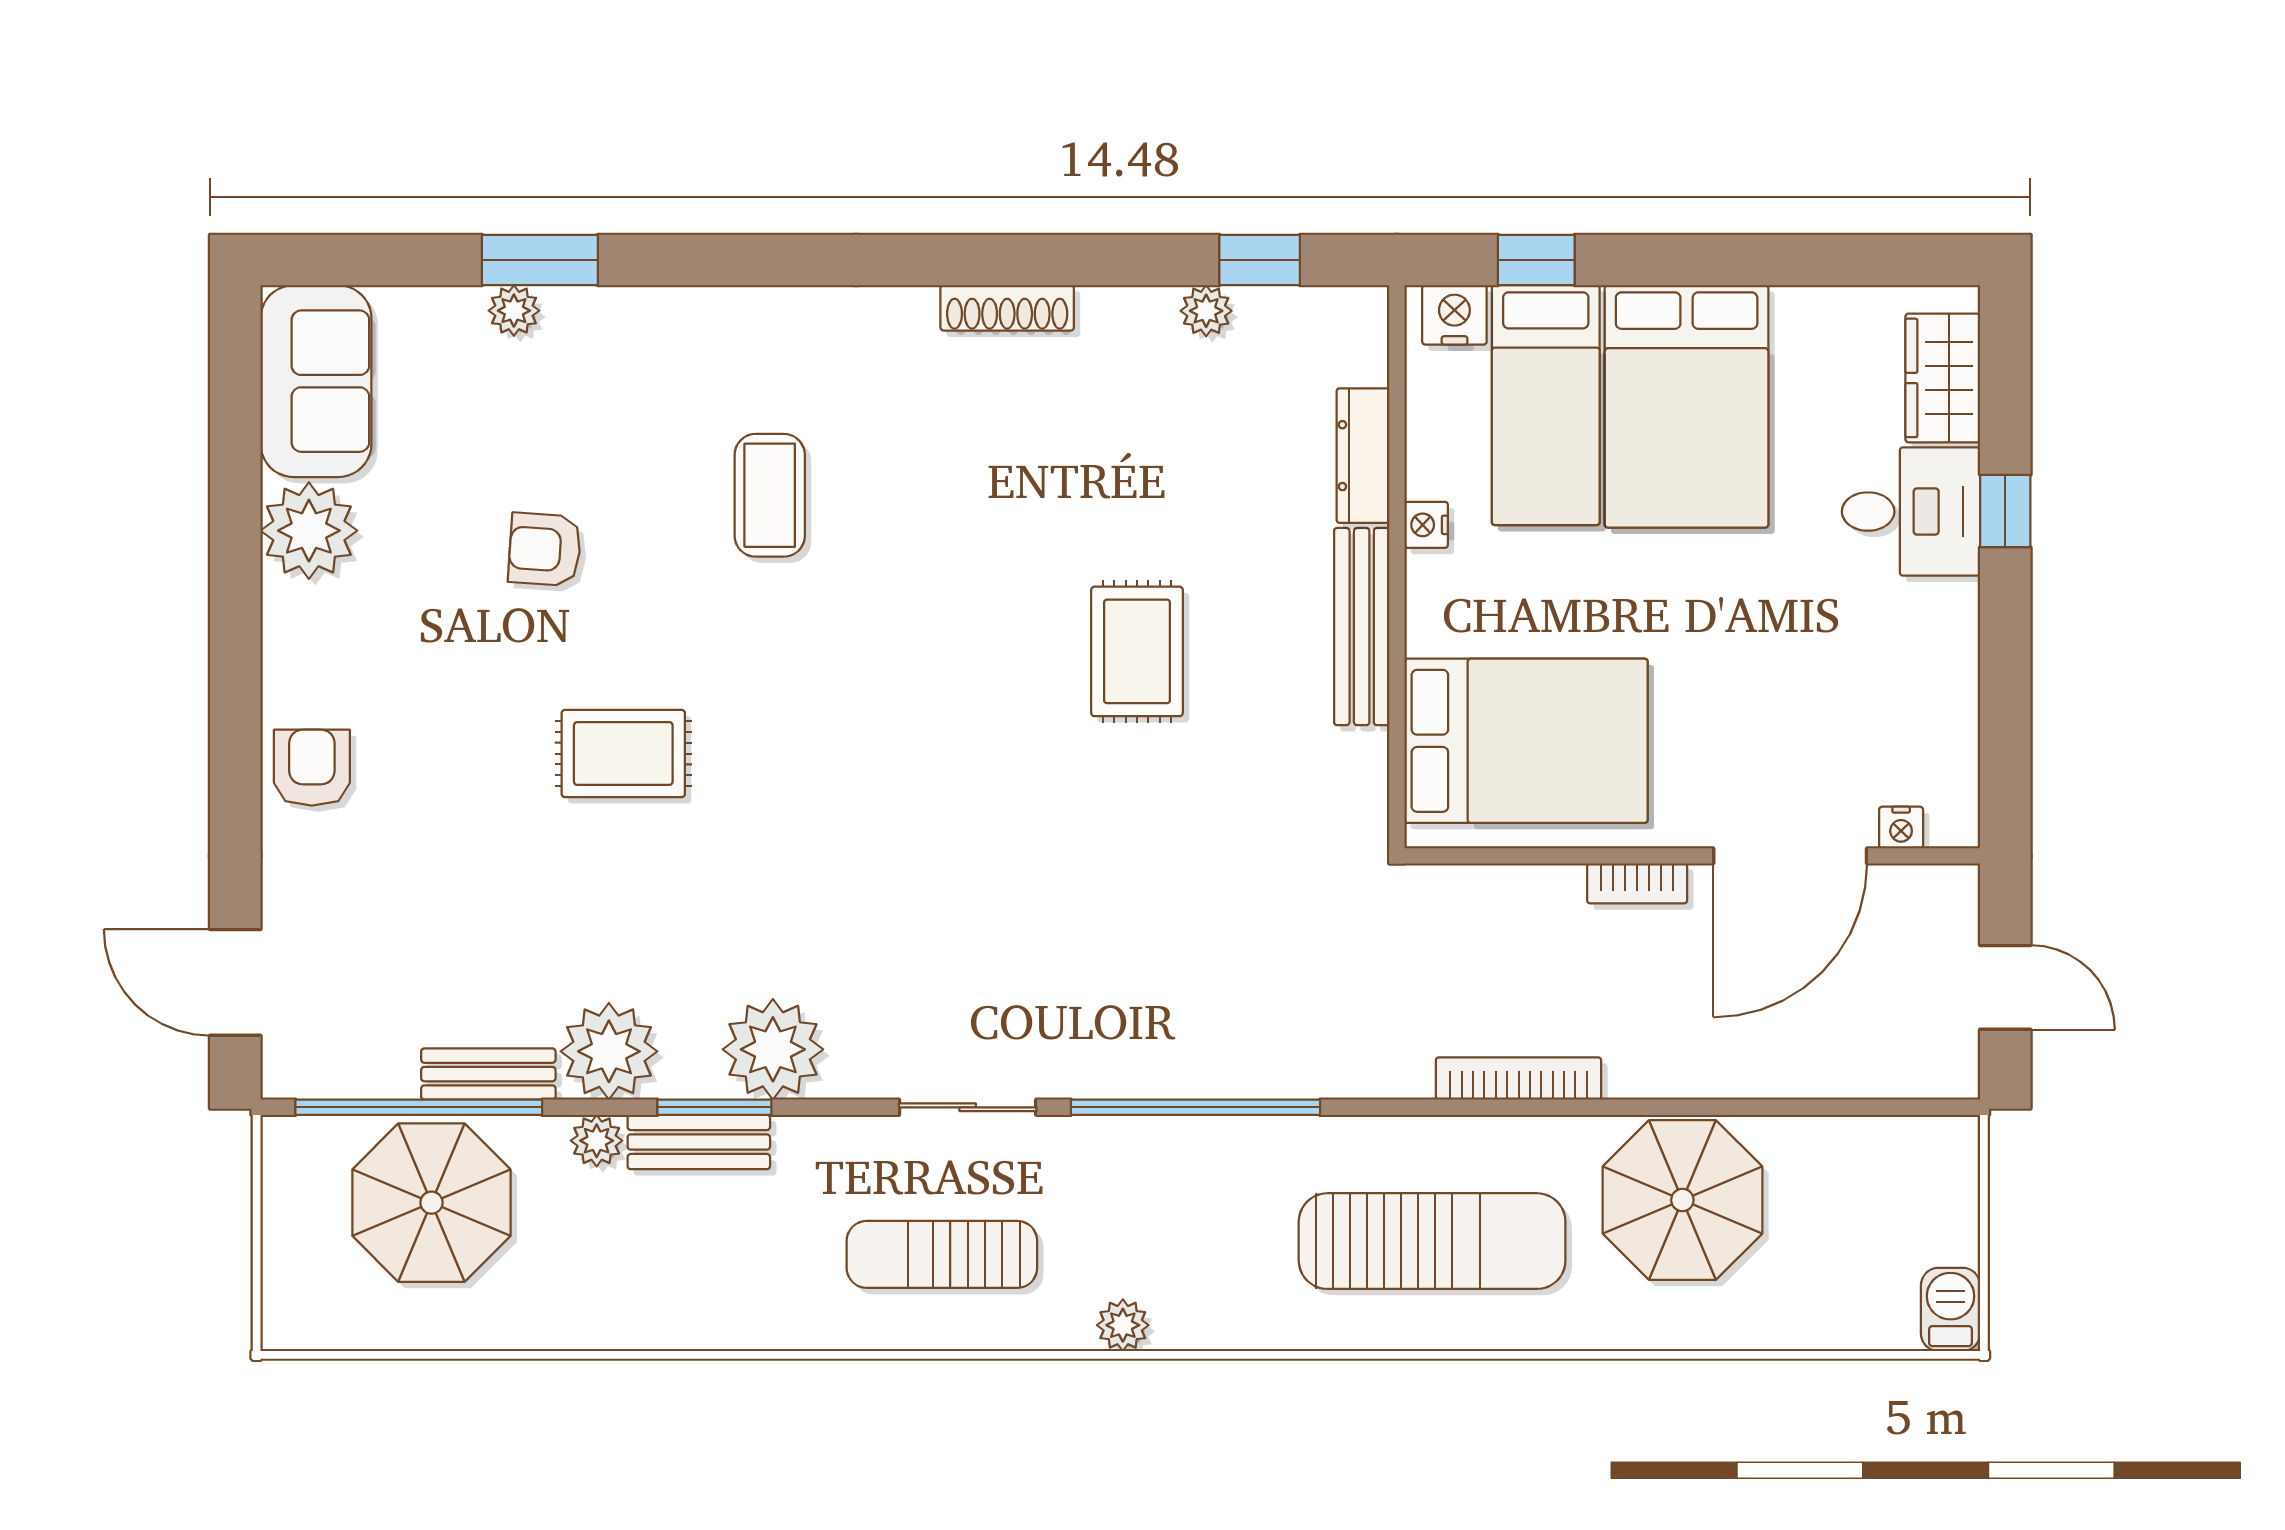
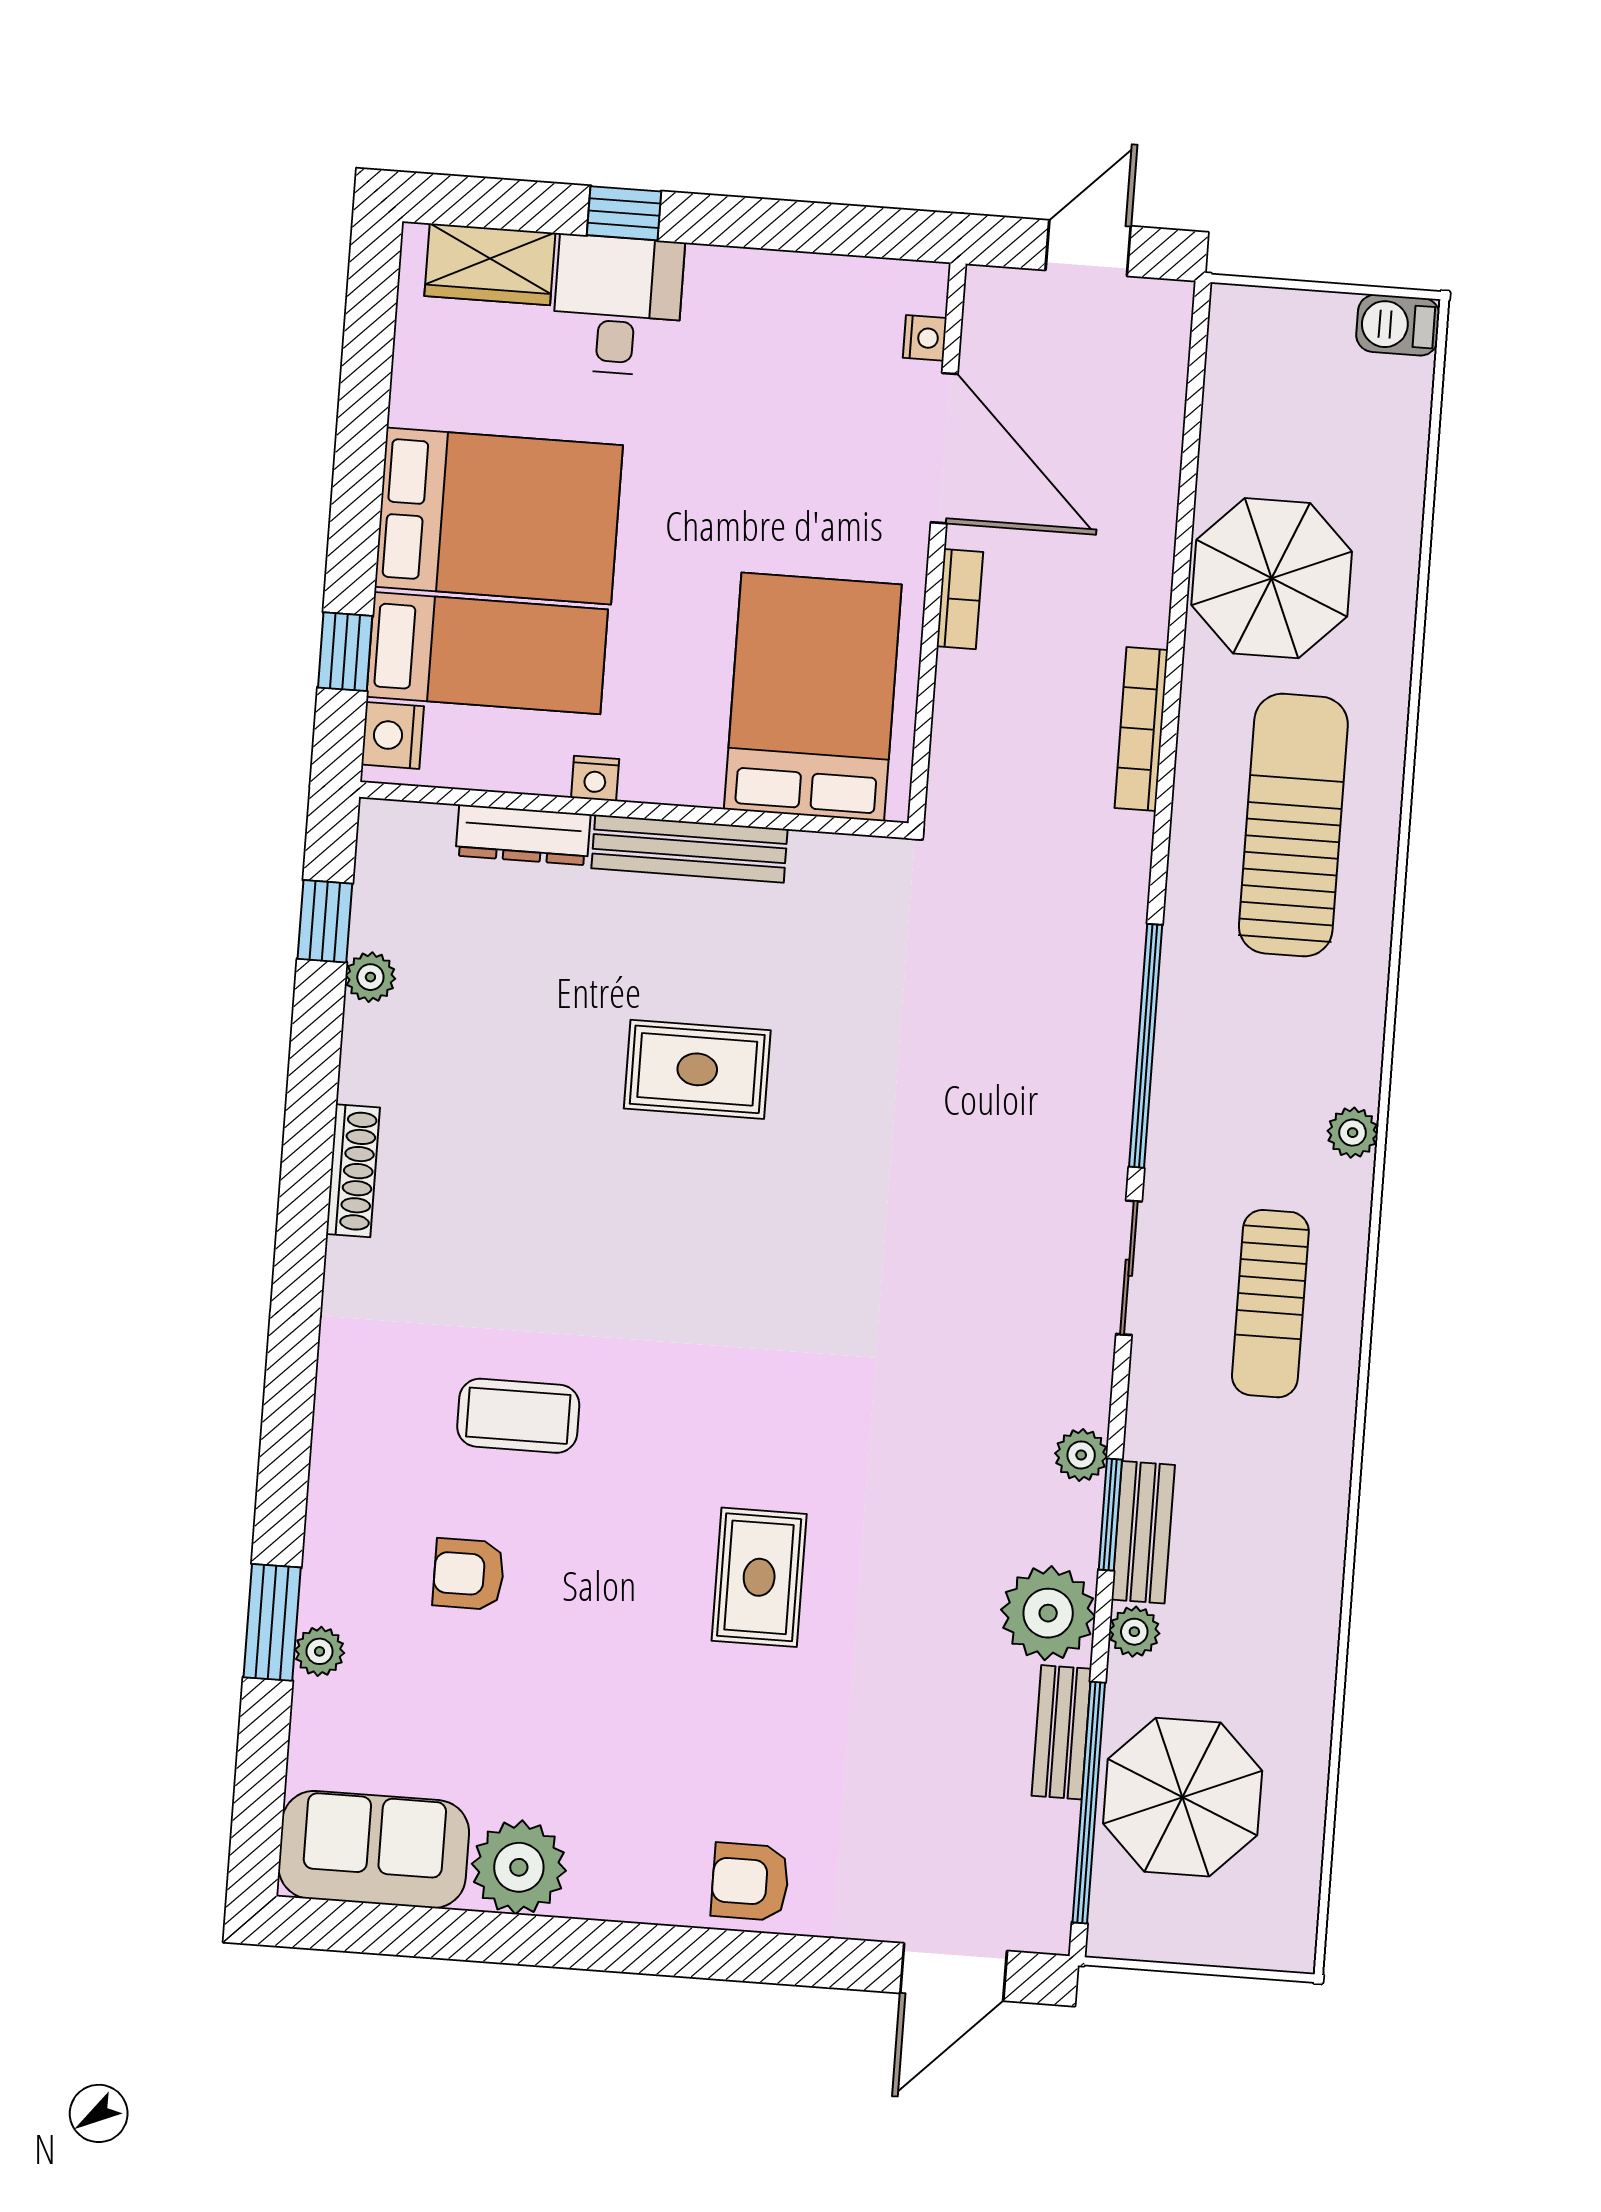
armchair: (545, 549) -> (469, 1574), moved, turned 86
plant: (773, 1049) -> (1081, 1455), width x0.53, depth x0.53

